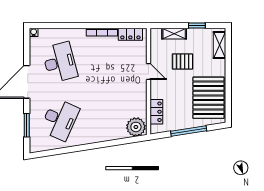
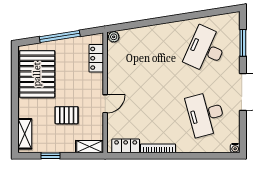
shelving: (174, 34) -> (89, 147), moved
door: (149, 71) -> (105, 104), swing flipped
plant: (136, 127) -> (114, 37), width x0.53, depth x0.53

